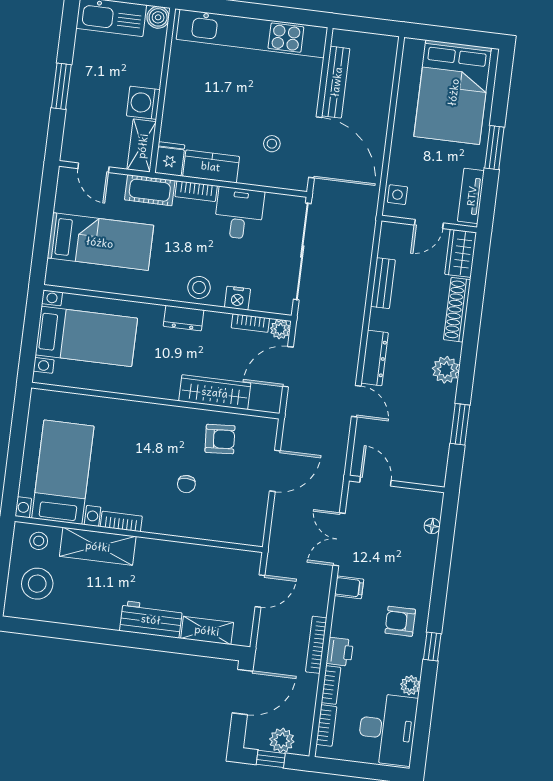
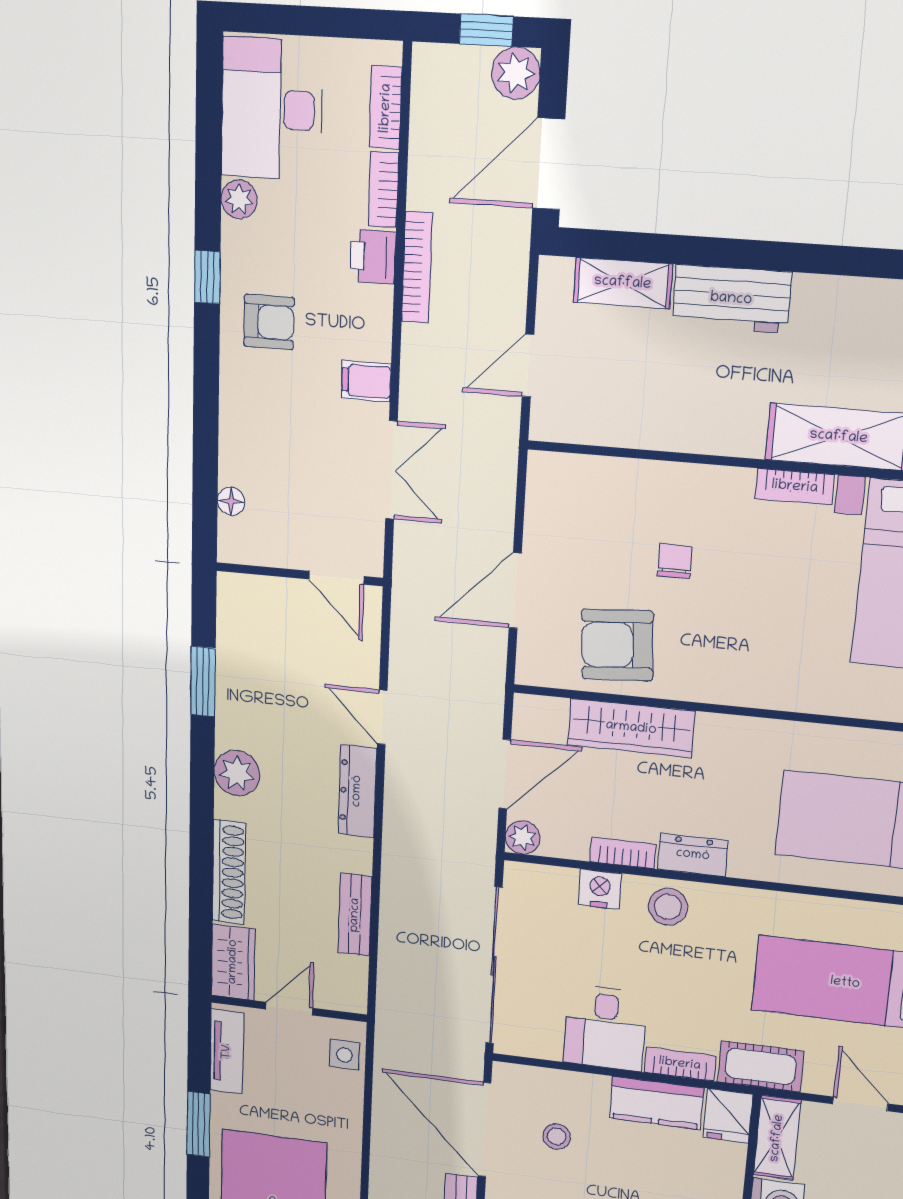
bookcase: (250, 323) -> (623, 853), moved
armchair: (220, 439) -> (617, 645), width x1.38, depth x1.38
plant: (282, 740) -> (516, 73), moved

